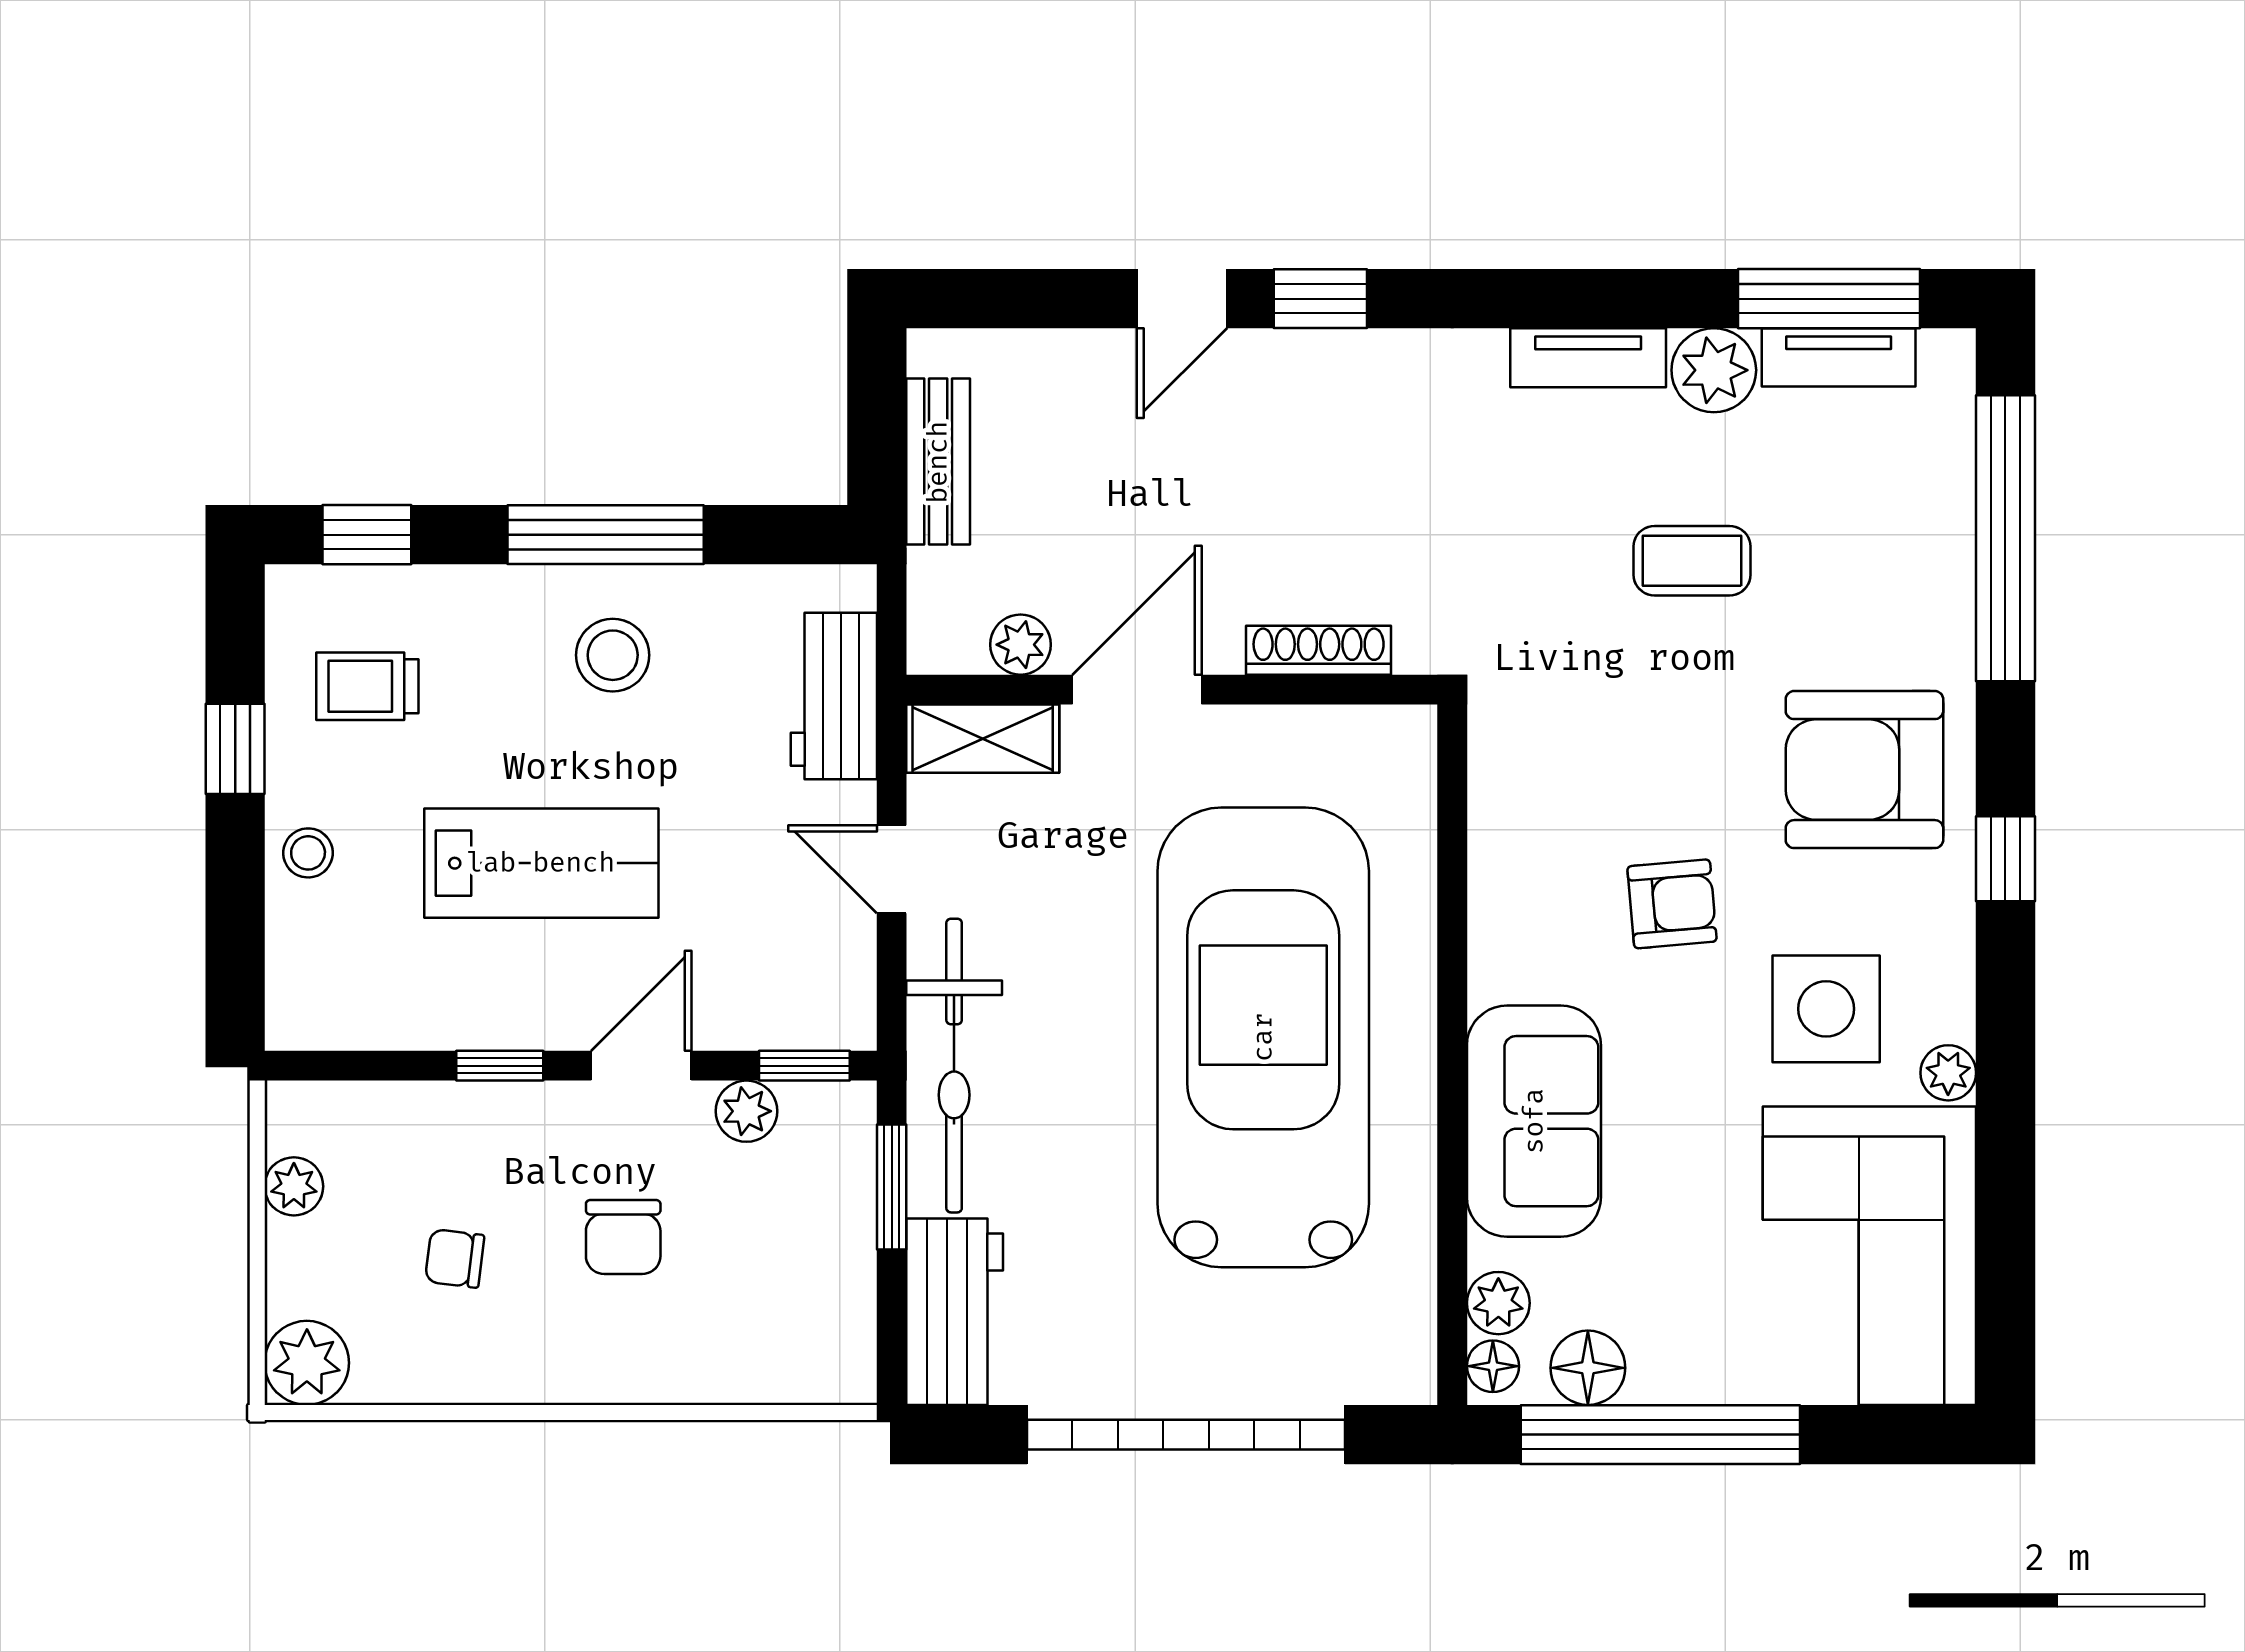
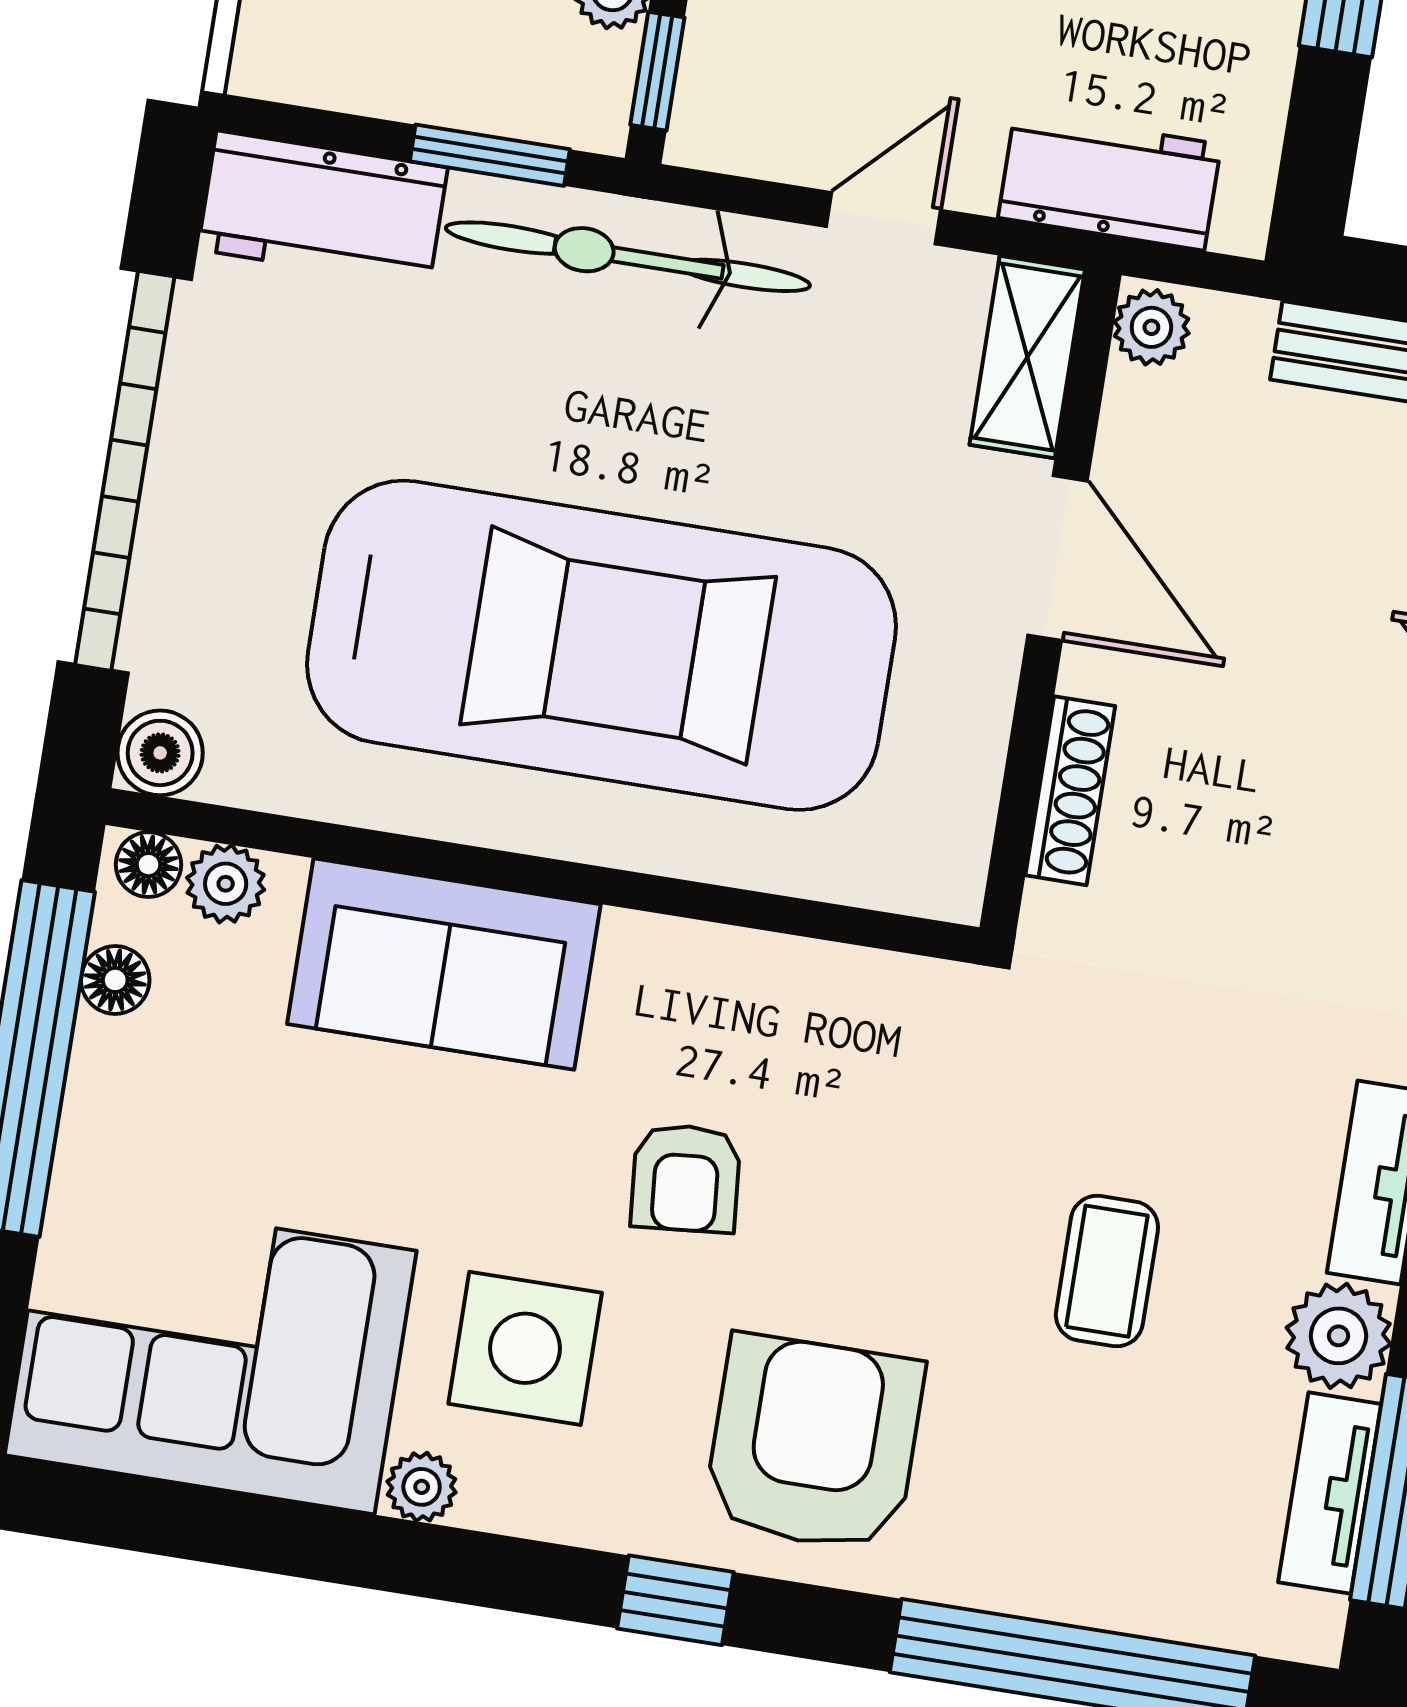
plant: (1021, 645) -> (1151, 327), moved
floor lamp: (1588, 1368) -> (115, 980), width x0.73, depth x0.73
boiler: (1404, 1371) -> (160, 753), added

